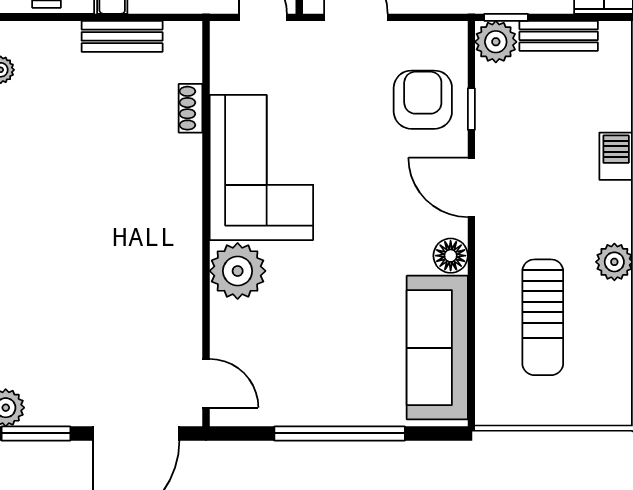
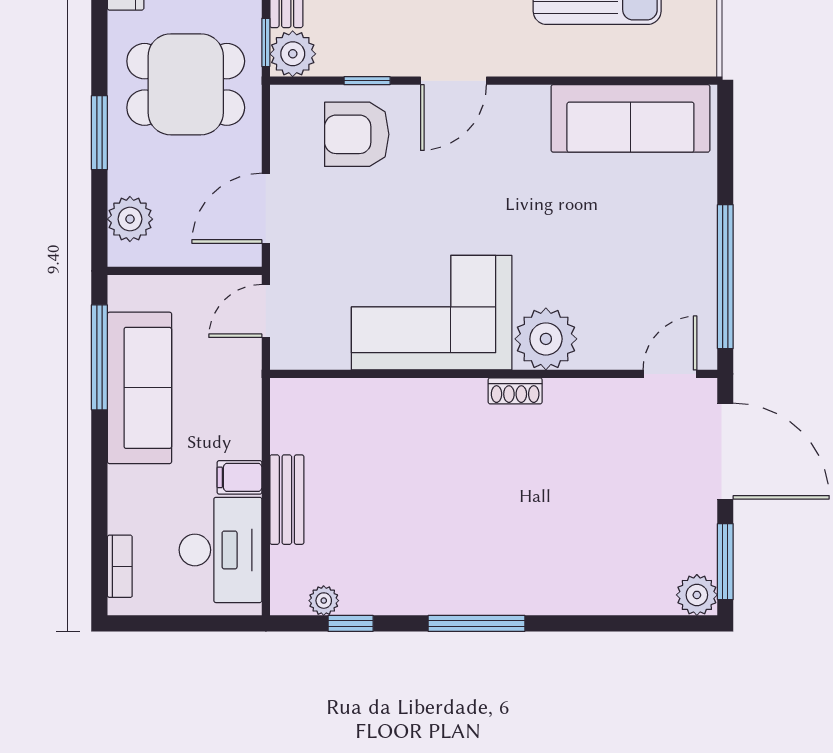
bench: (122, 36) -> (287, 500), moved
shoe rack: (191, 108) -> (515, 391), moved
floor lamp: (451, 256) -> (529, 104), removed
window: (340, 433) -> (725, 277), moved

